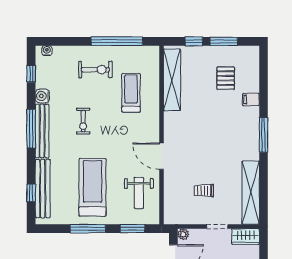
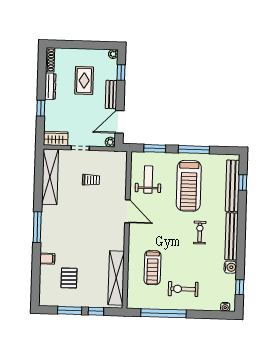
exercise bike: (83, 121) -> (200, 233), moved
window: (31, 129) -> (241, 239), removed

